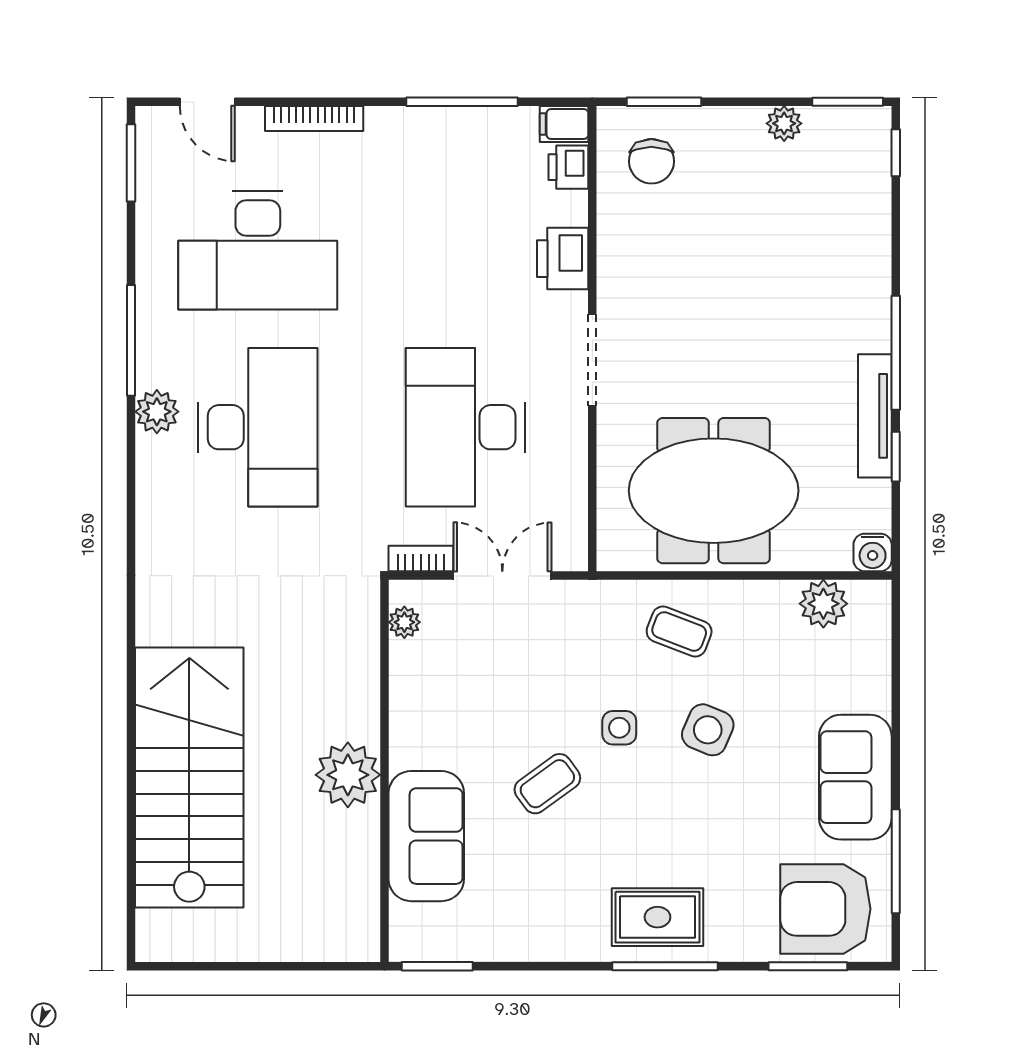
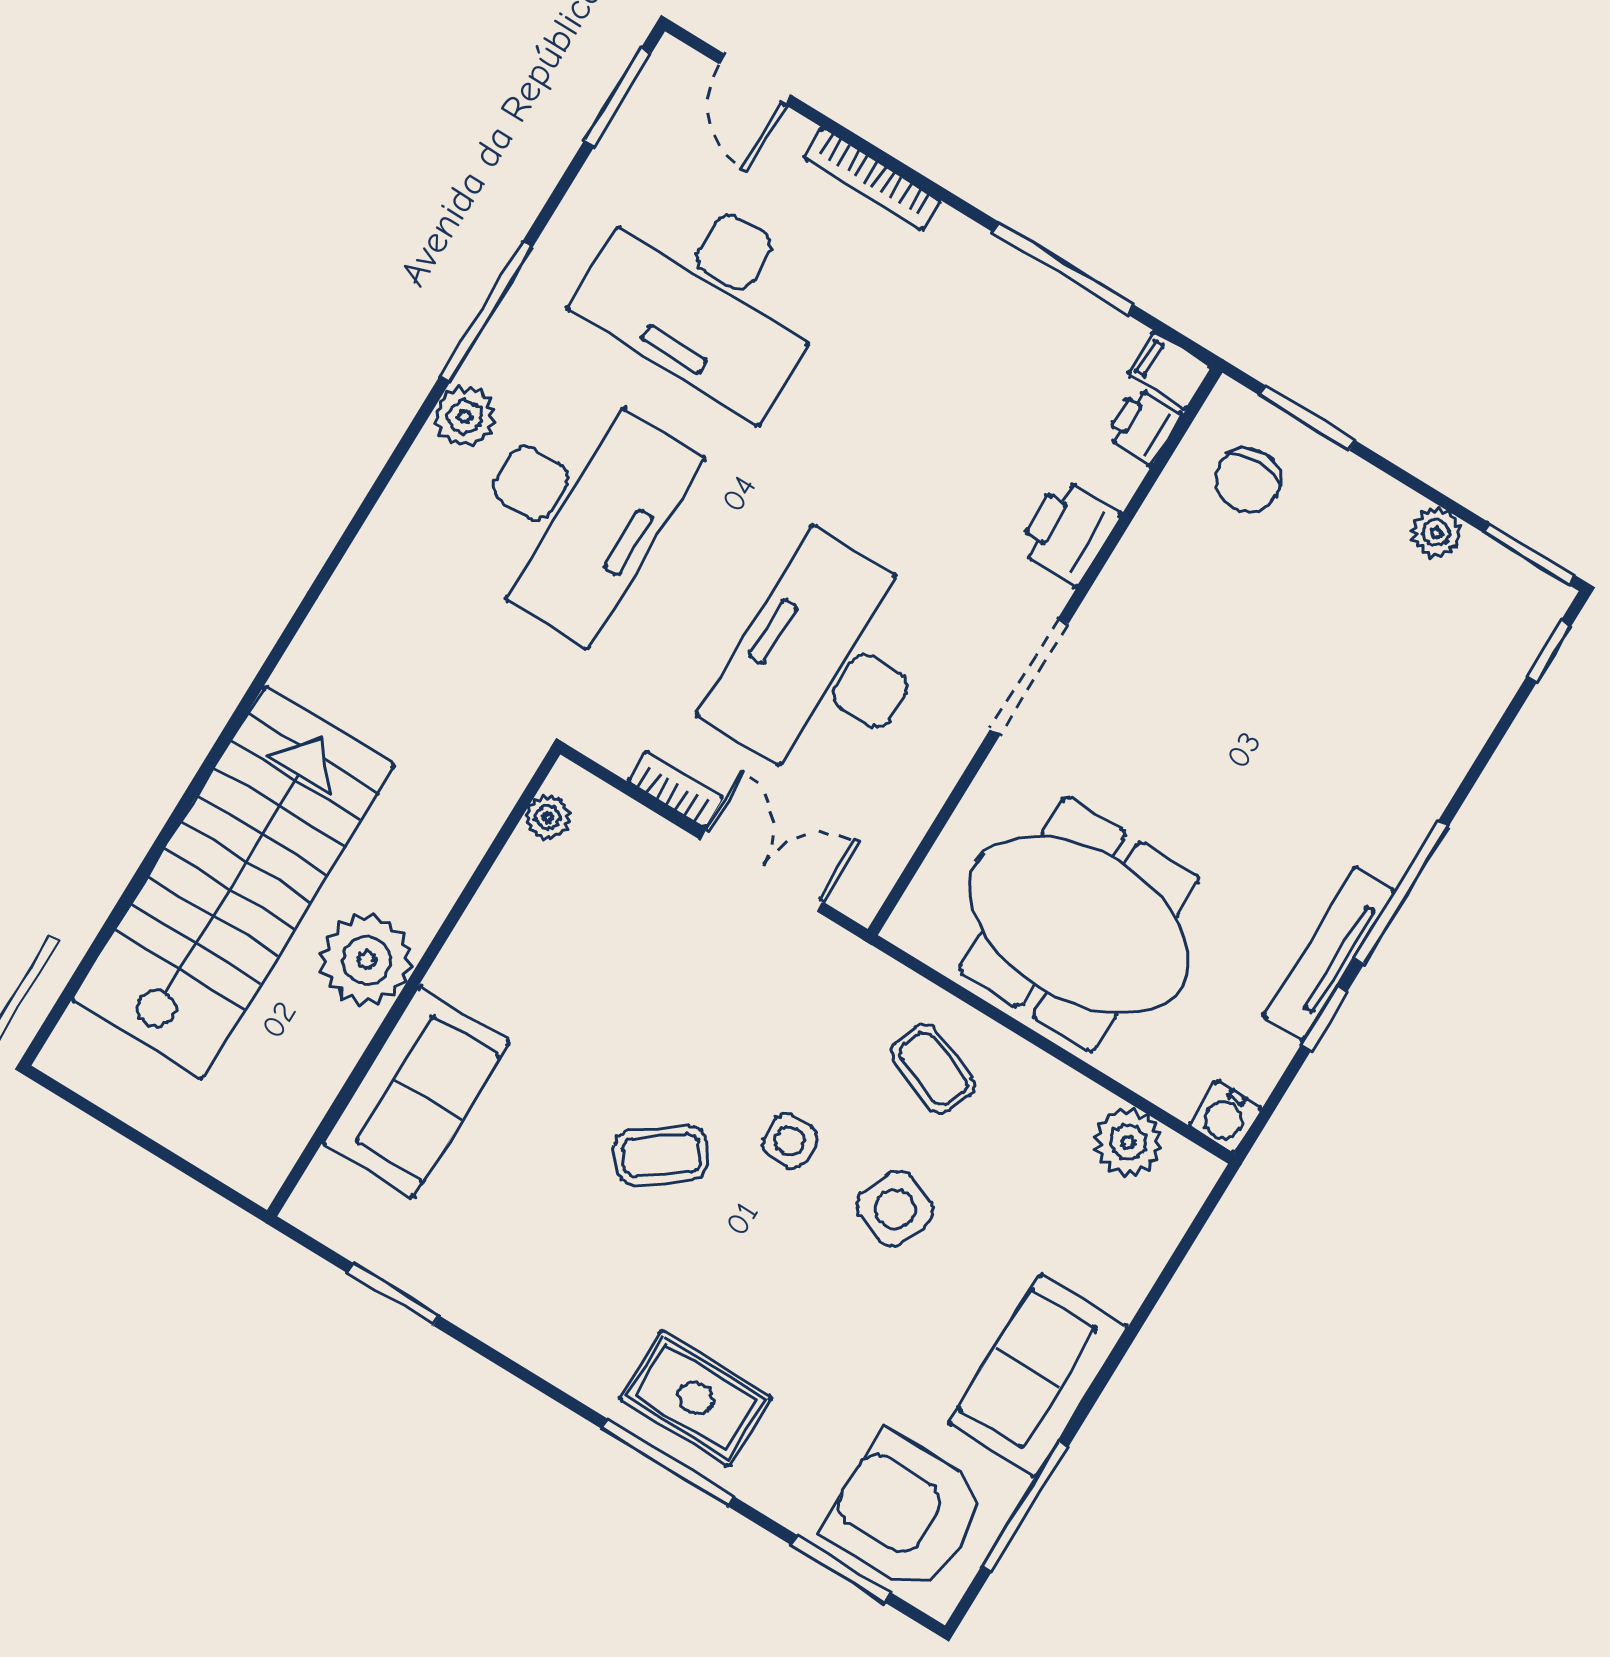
plant: (404, 622) -> (548, 817), moved
wall: (384, 771) -> (414, 982), moved
plant: (348, 775) -> (367, 960), moved
sofa: (426, 836) -> (416, 1092), moved

